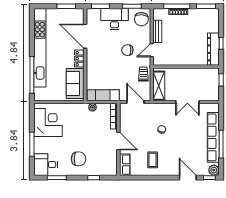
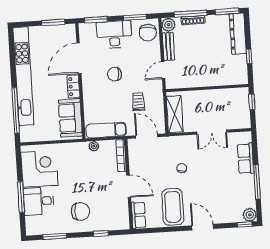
plant: (158, 14) -> (168, 25), added
door: (85, 36) -> (79, 58), hinge flipped
dresser: (213, 49) -> (238, 34), moved
chair: (127, 50) -> (114, 74), moved
trolley: (143, 74) -> (138, 102), moved
row of seats: (213, 137) -> (246, 158), width x0.50
coffee table: (153, 160) -> (173, 207), width x1.86, depth x1.72
desk: (46, 165) -> (39, 201), moved
door: (188, 178) -> (203, 227), moved

